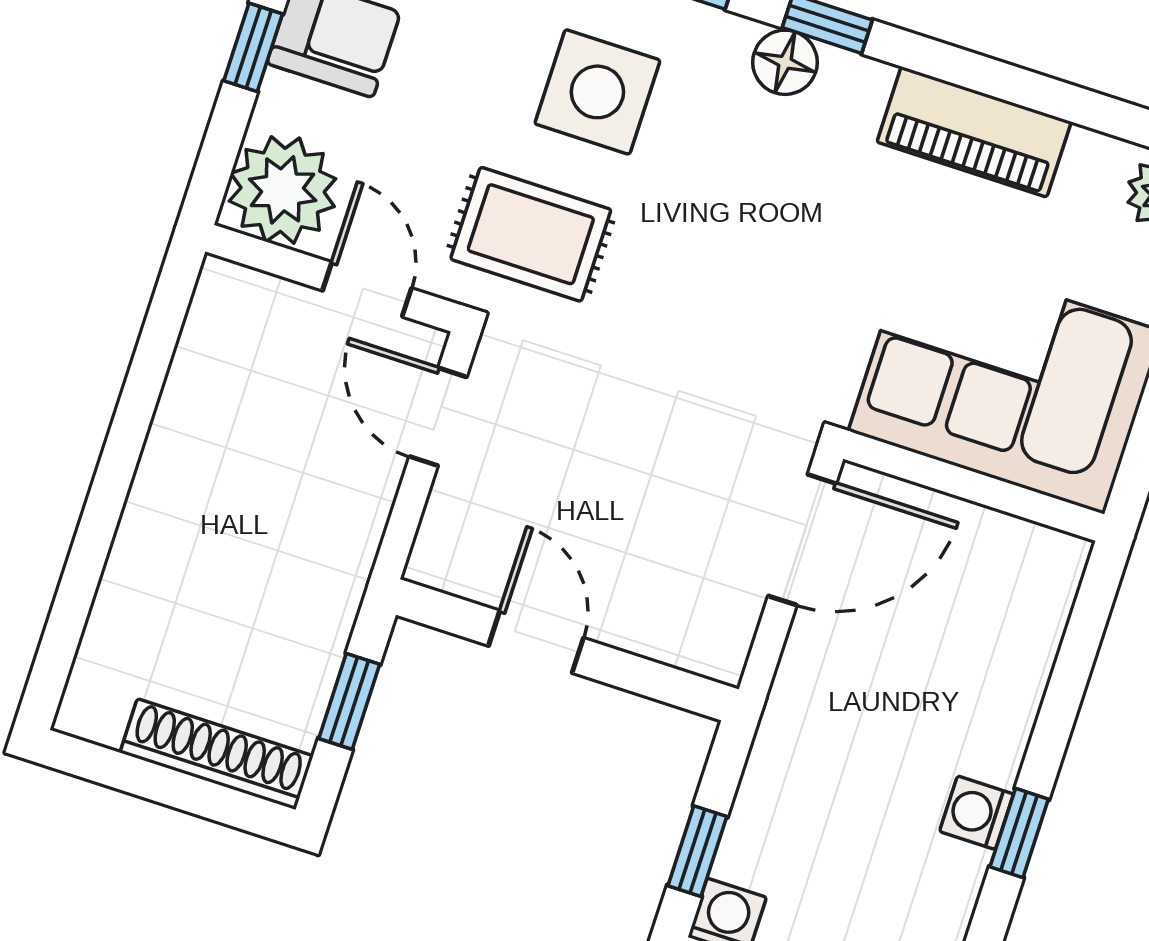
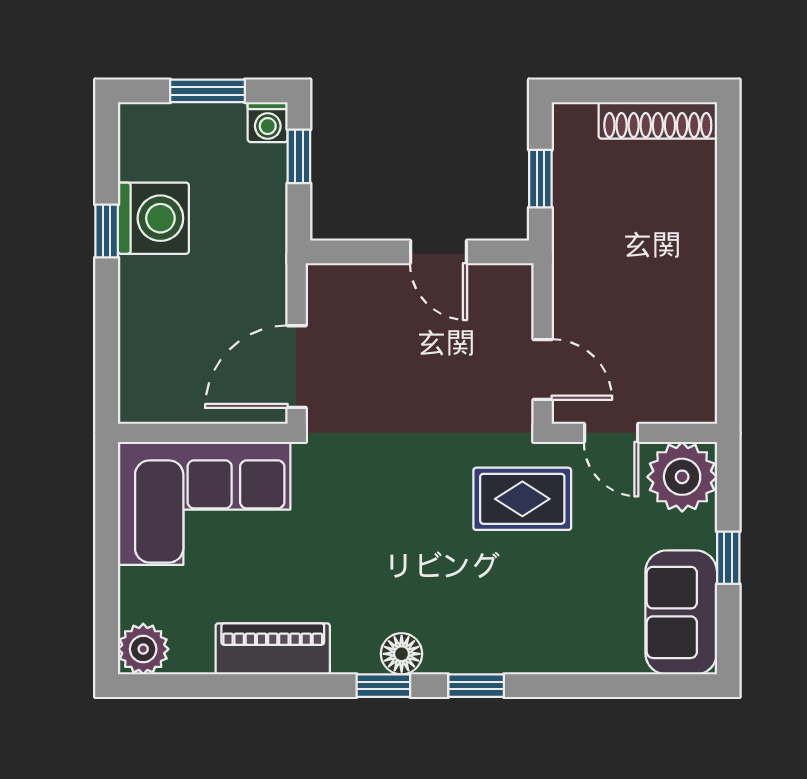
side table: (597, 92) -> (510, 599), removed
shoe rack: (217, 754) -> (658, 120), moved
washing machine: (976, 813) -> (153, 218), width x1.89, depth x1.89

